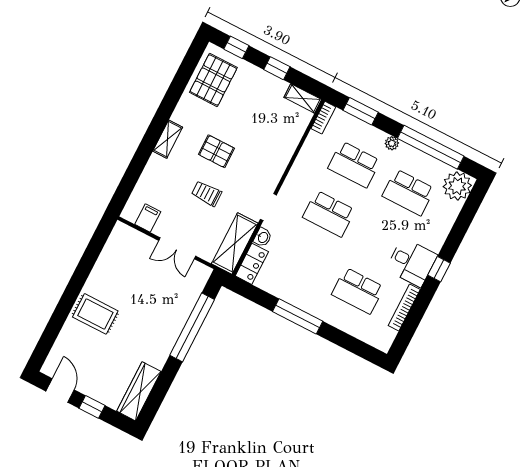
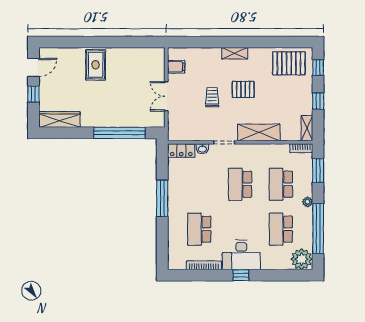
pallet: (216, 151) -> (243, 89), turned 90
shelving: (235, 243) -> (259, 133), moved
desk: (412, 262) -> (241, 255), width x1.37

